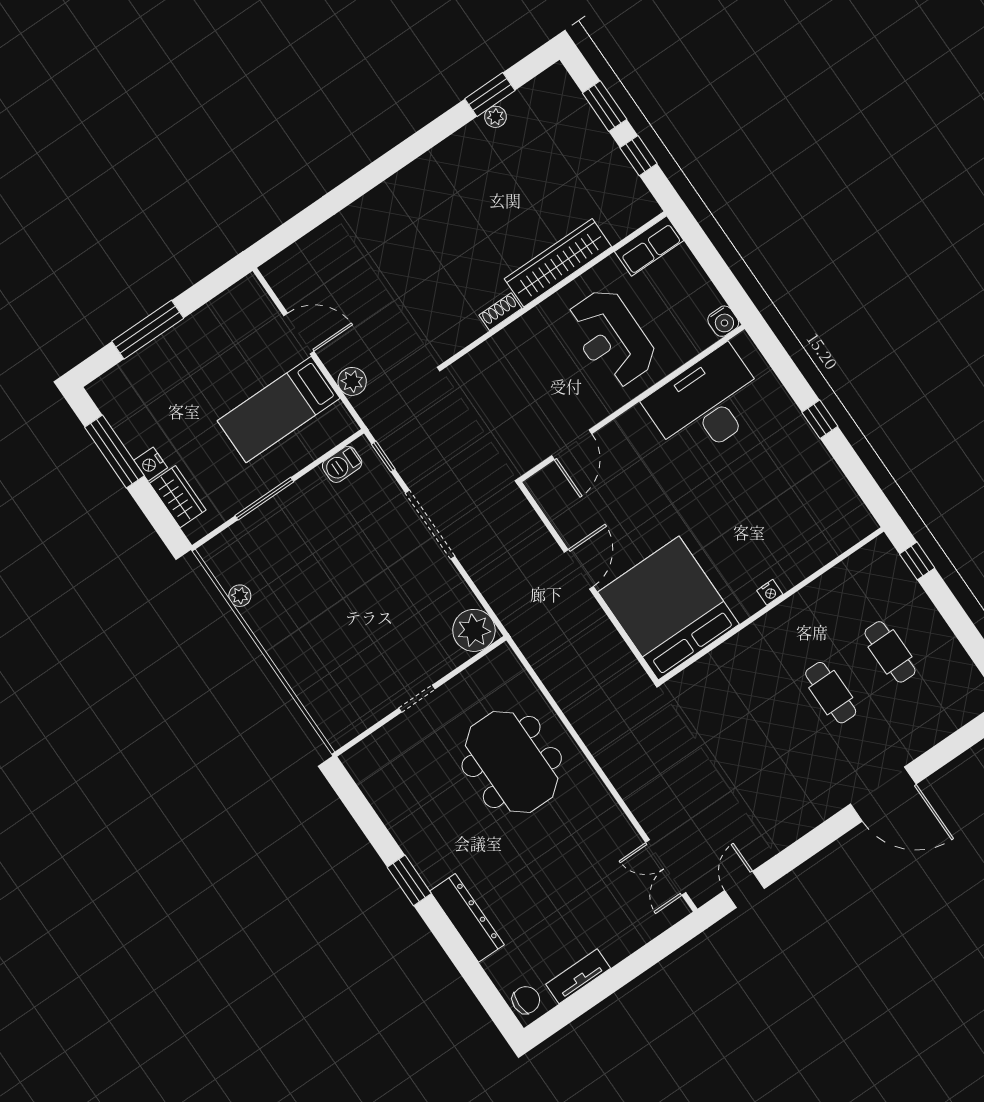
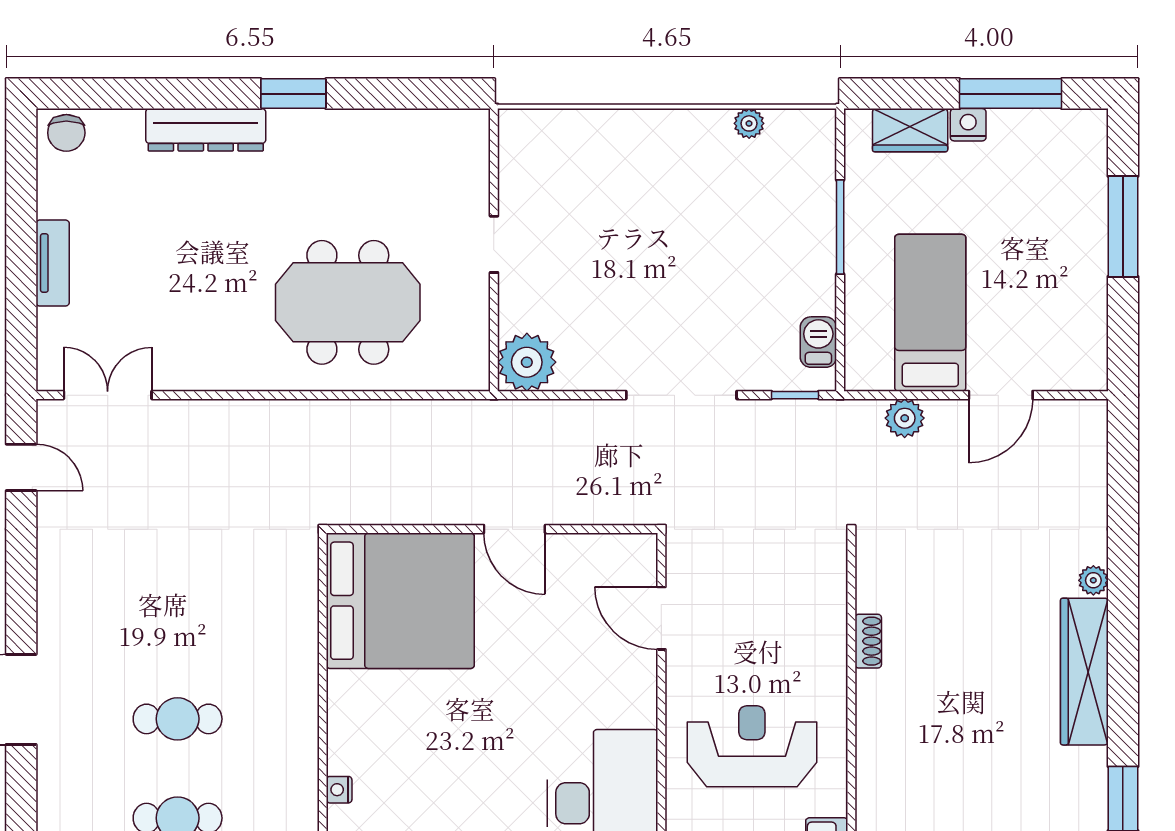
plant: (495, 117) -> (1093, 580), moved
wardrobe: (558, 263) -> (1084, 672), moved, turned 180
nightstand: (770, 592) -> (339, 790), moved
tv unit: (578, 976) -> (53, 263), moved

